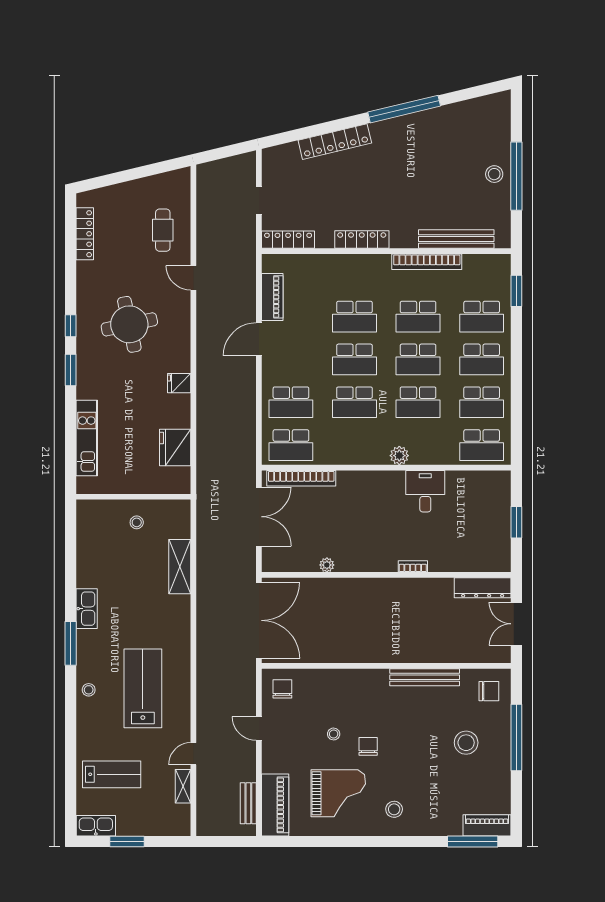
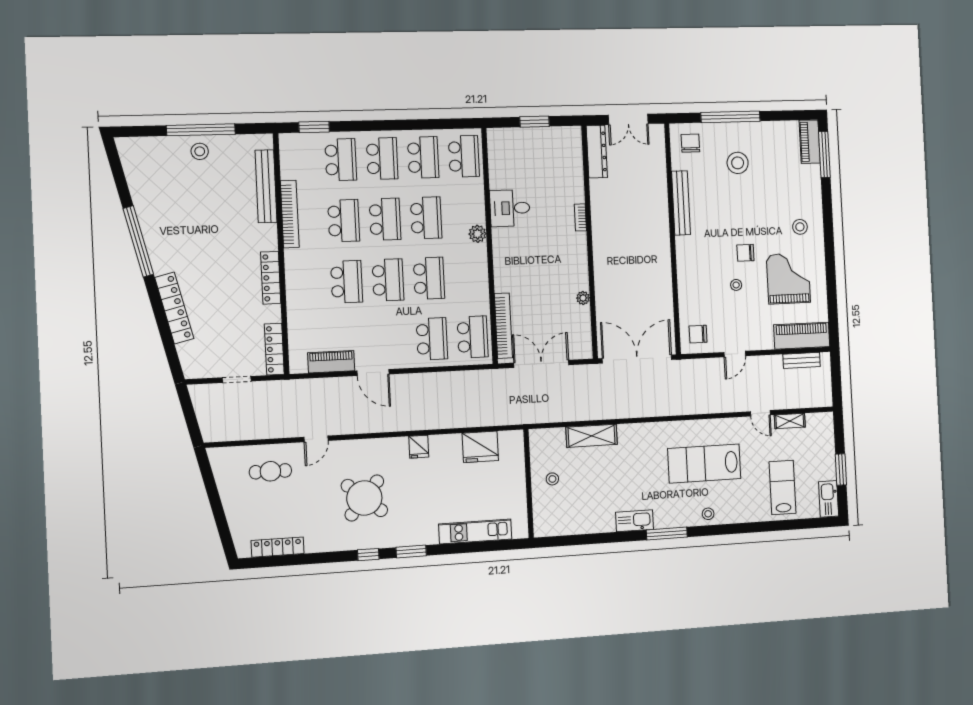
round table: (129, 324) -> (364, 498), turned -38

